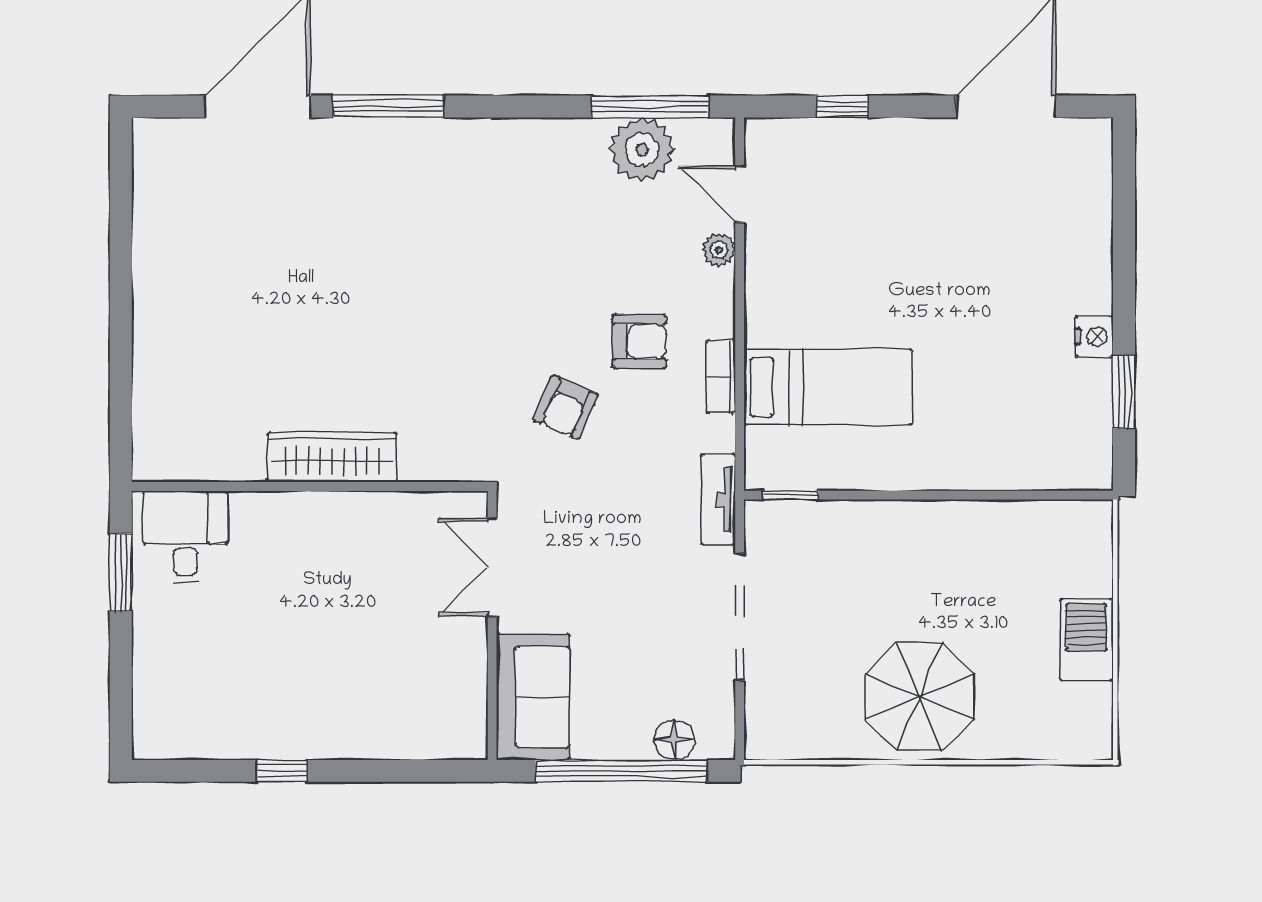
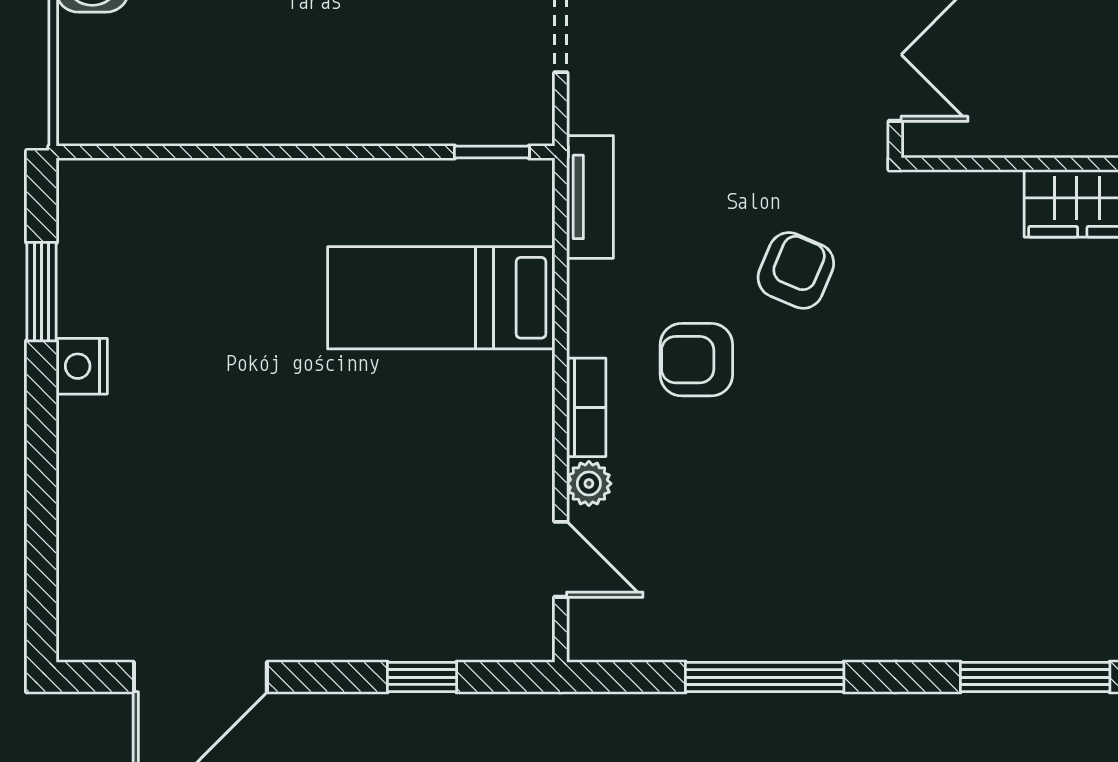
window: (650, 106) -> (765, 677), moved
plant: (642, 150) -> (693, 619), removed
bookcase: (721, 377) -> (586, 407), moved
tv unit: (718, 499) -> (590, 197), moved

